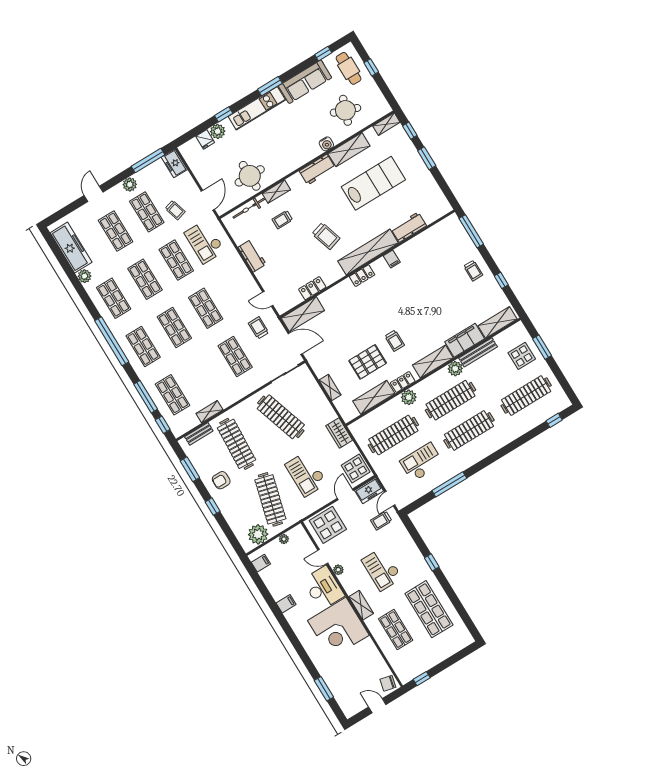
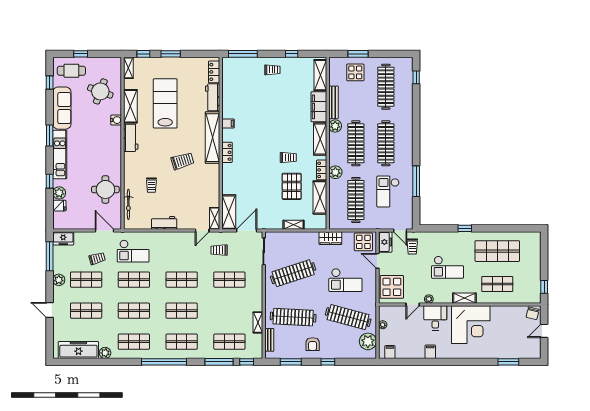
shelving: (276, 192) -> (215, 218), moved
locker: (312, 288) -> (214, 72), moved
desk: (323, 588) -> (435, 318), width x0.73

